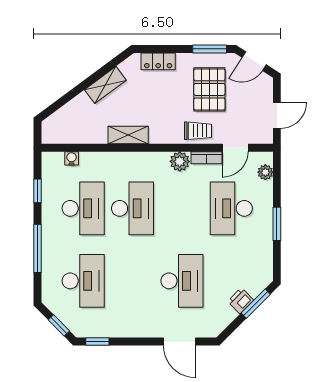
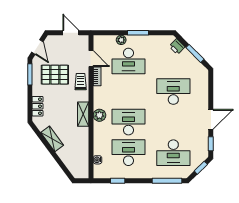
shelving: (128, 135) -> (83, 114), moved
plant: (180, 161) -> (99, 115), moved
plant: (265, 172) -> (121, 40), moved
window: (38, 248) -> (167, 181), moved
desk: (83, 281) -> (173, 153), turned 180
printer: (241, 301) -> (177, 47), moved
window: (256, 304) -> (195, 53), moved
door: (179, 342) -> (211, 119), moved

